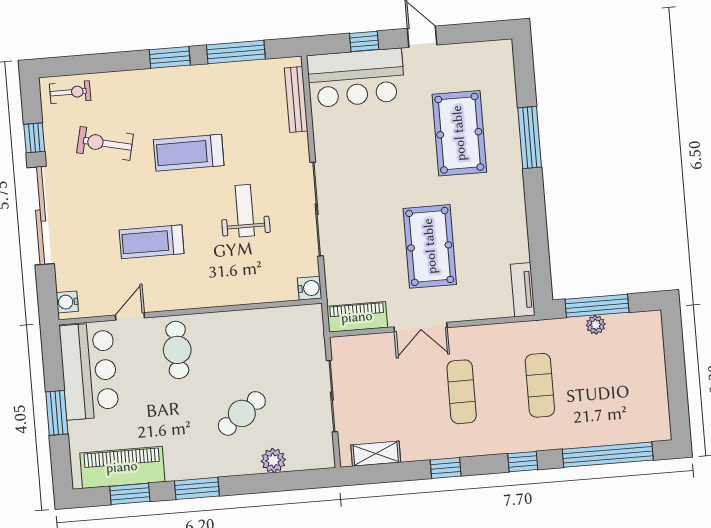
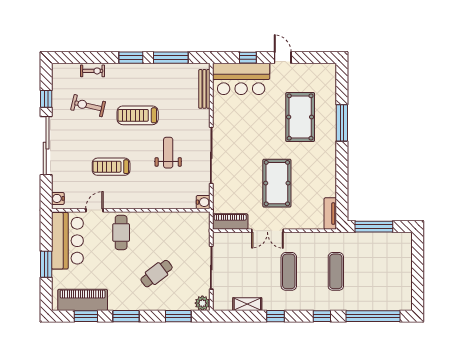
exercise bike: (70, 92) -> (93, 71), moved
plant: (596, 325) -> (372, 238), removed
shelving: (376, 454) -> (247, 304), moved
plant: (273, 460) -> (202, 303), moved
window: (284, 481) -> (178, 316), added

